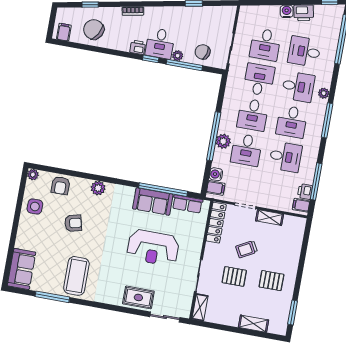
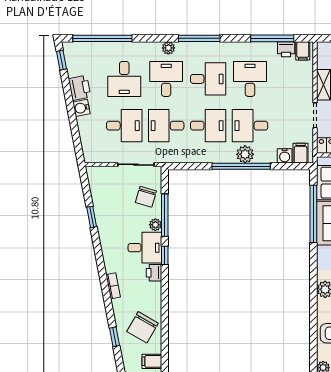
desk: (246, 150) -> (250, 126), turned 180

